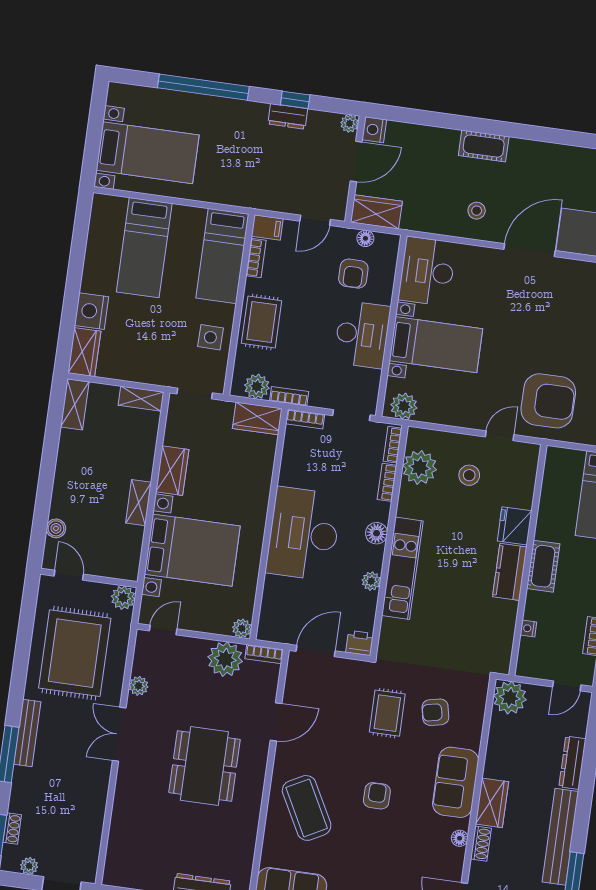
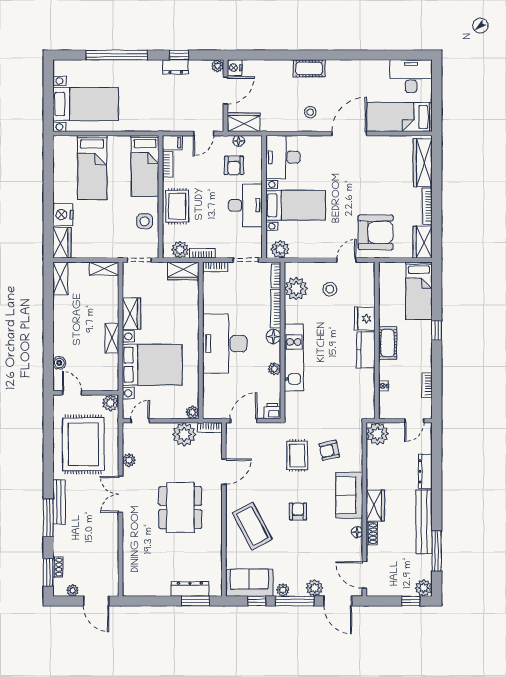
bookcase: (387, 482) -> (276, 309), width x1.56

